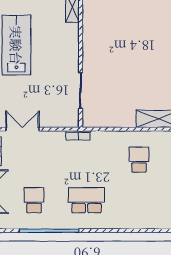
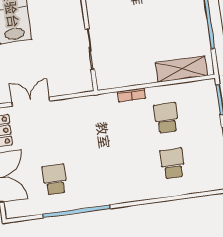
bookcase: (78, 135) -> (131, 95), moved
school desk: (87, 200) -> (172, 163), moved, width x0.54

